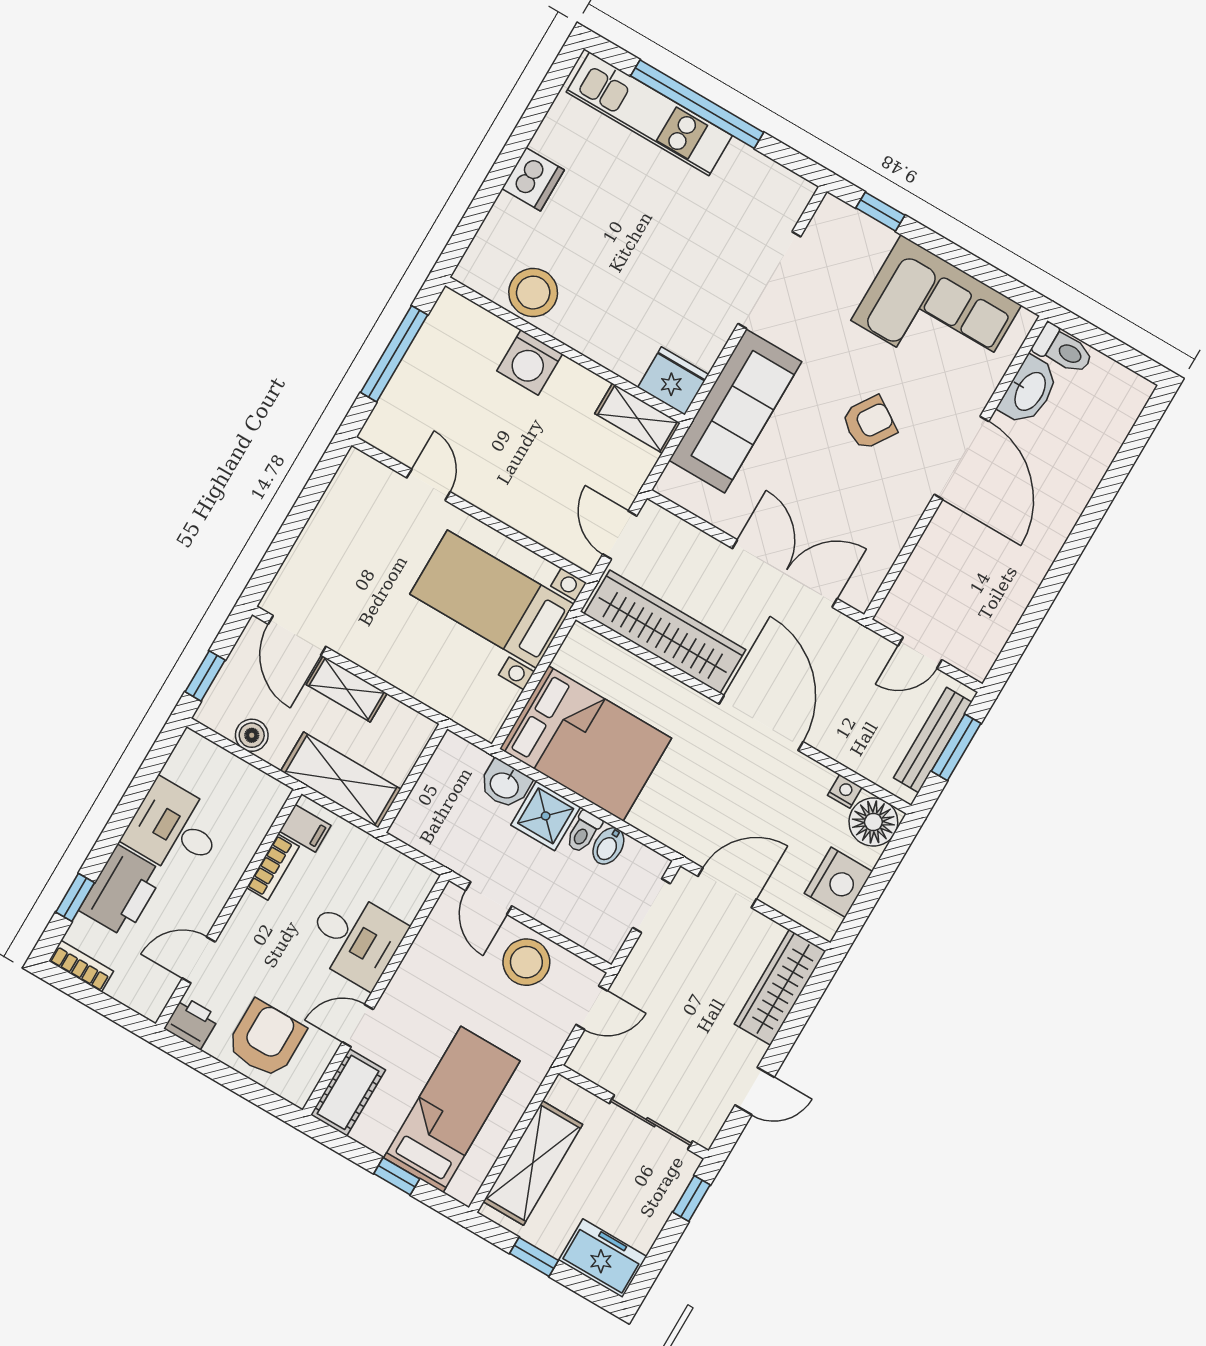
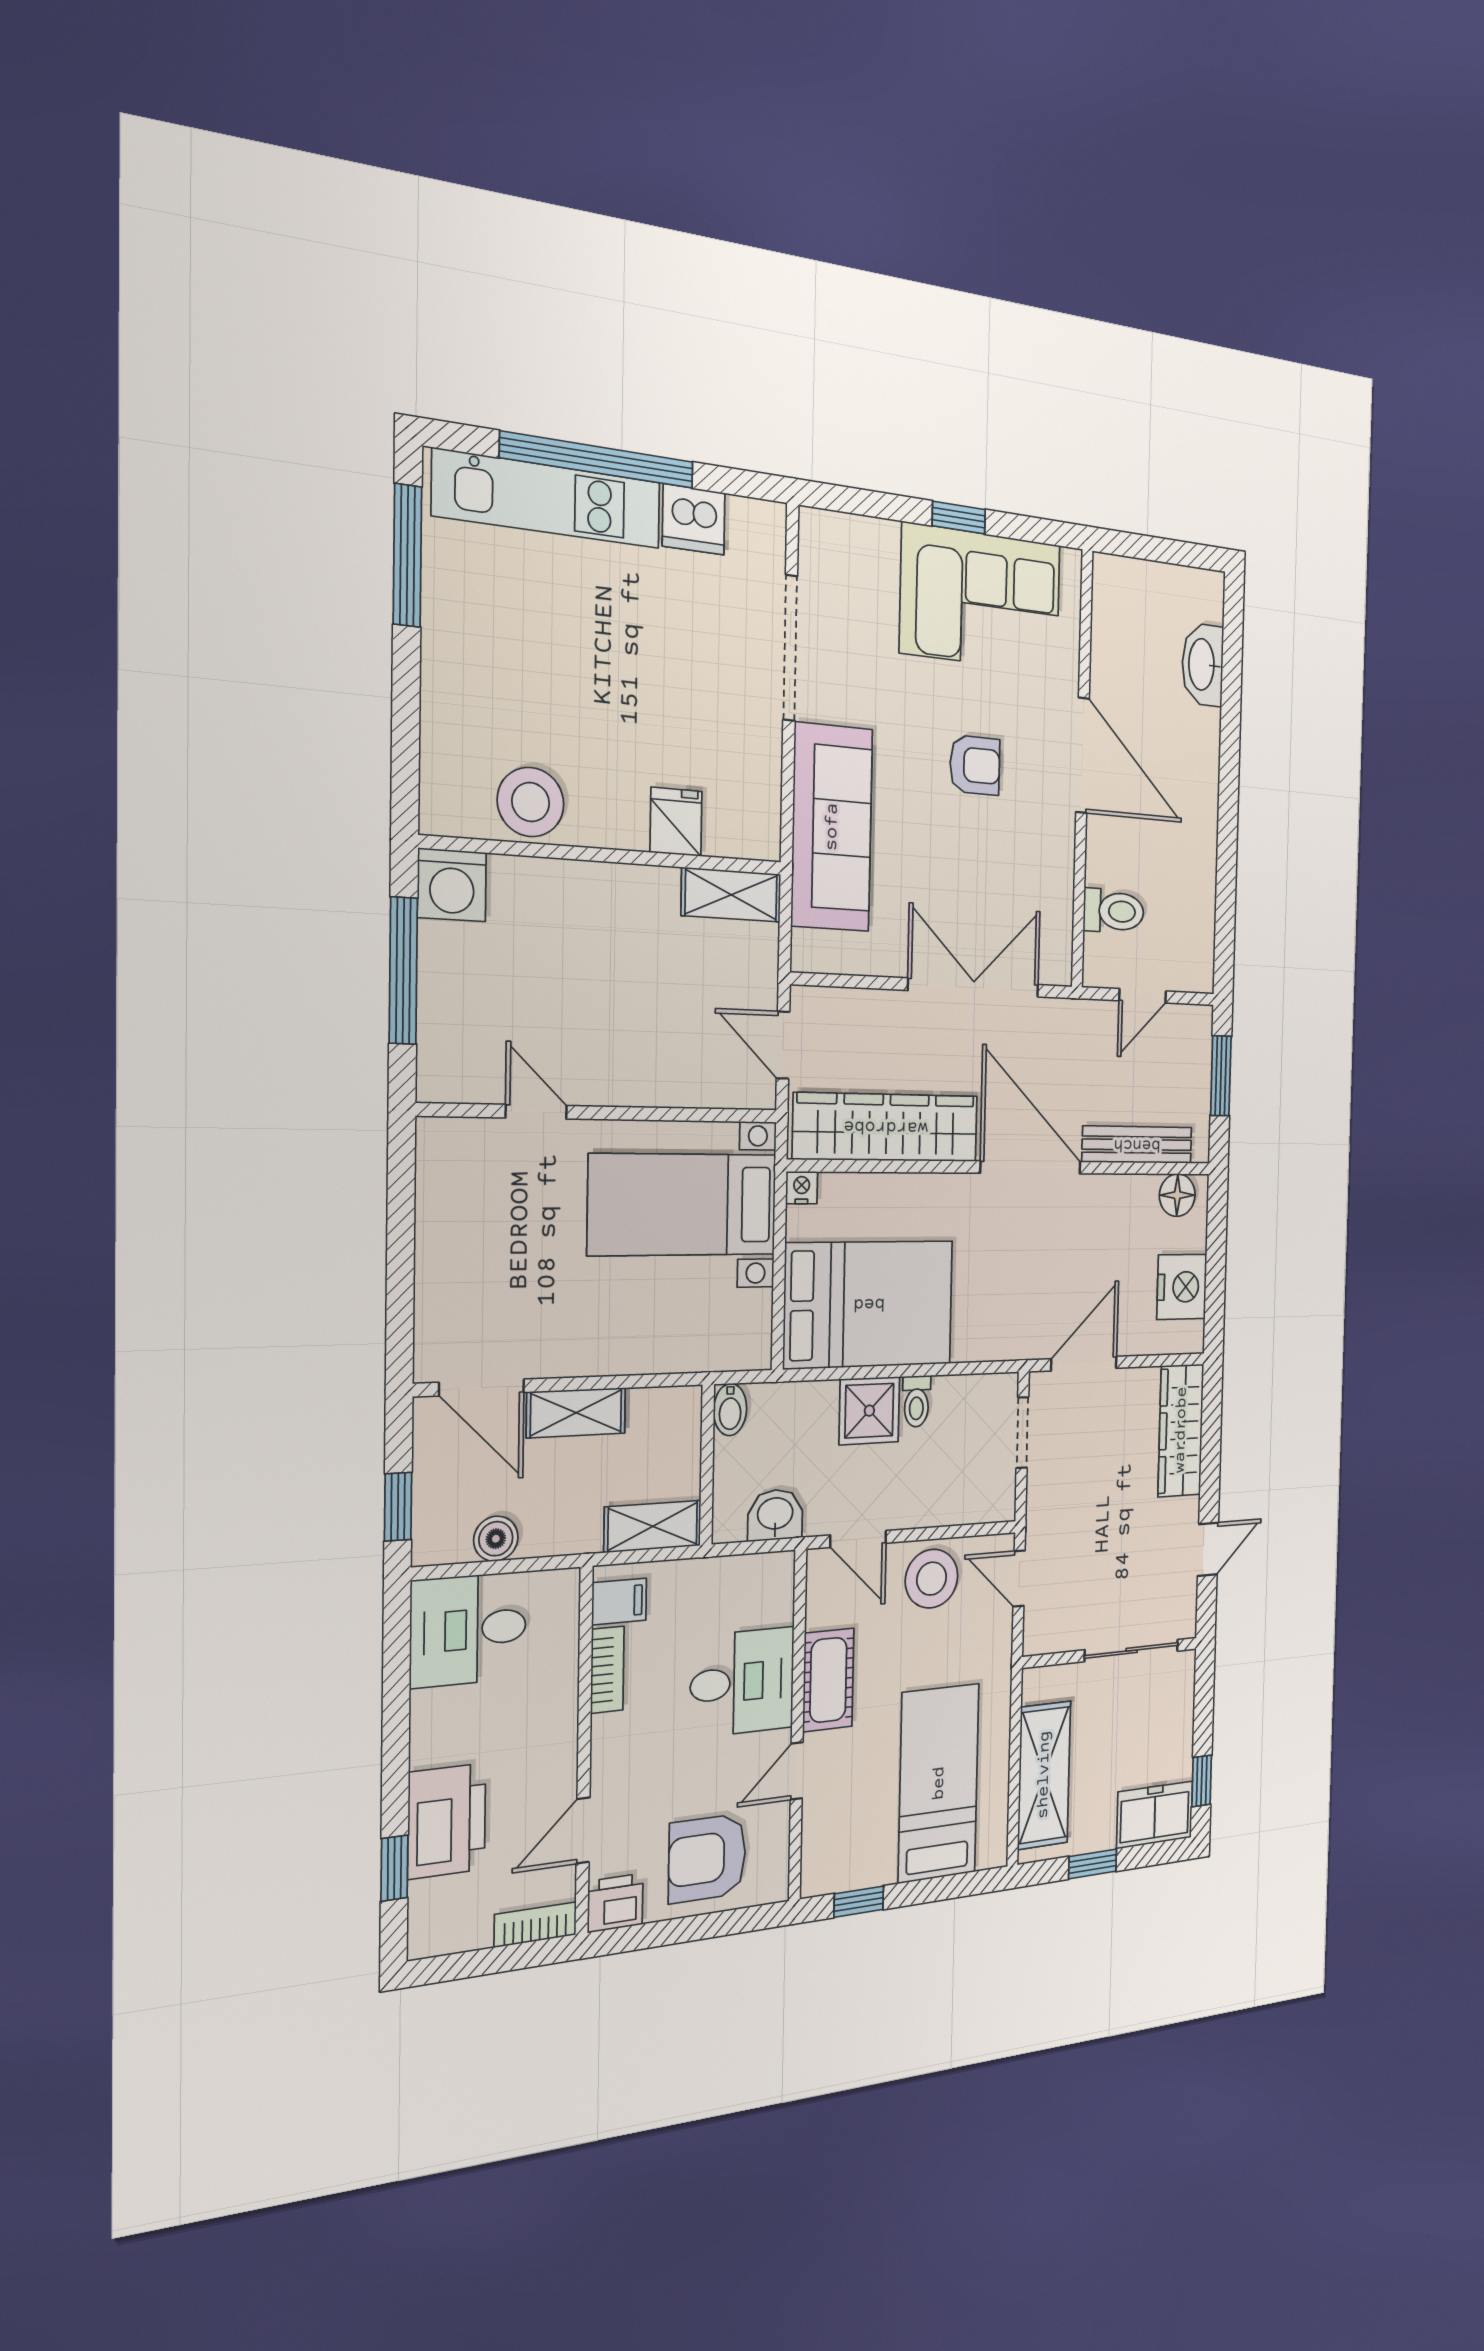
window: (538, 109) -> (407, 555), added
dishwasher: (533, 179) -> (694, 519), moved, turned 90
window: (880, 212) -> (959, 518), moved
toilet: (1063, 350) -> (1114, 911), moved
washing machine: (530, 362) -> (452, 885), moved
fridge: (673, 381) -> (676, 822), moved, width x0.72
washbasin: (1029, 391) -> (1203, 665), moved, turned 180
armchair: (869, 423) -> (975, 765), turned 57
bench: (933, 740) -> (1137, 1145), moved, turned 90
shelving: (341, 780) -> (653, 1526), width x0.67, depth x0.75
washbasin: (505, 785) -> (775, 1515), moved, turned 180
nightstand: (845, 791) -> (802, 1188), moved
floor lamp: (873, 822) -> (1177, 1195), width x0.73, depth x0.73
desk: (174, 829) -> (468, 1629), moved
bidet: (608, 846) -> (730, 1410), moved
bookcase: (81, 966) -> (535, 1925), moved
door: (592, 1008) -> (1019, 1579), swing flipped
armchair: (266, 1039) -> (707, 1858), turned -90
cot: (348, 1092) -> (828, 1680), moved
window: (397, 1176) -> (859, 1902), moved
window: (692, 1198) -> (1202, 1781), moved

